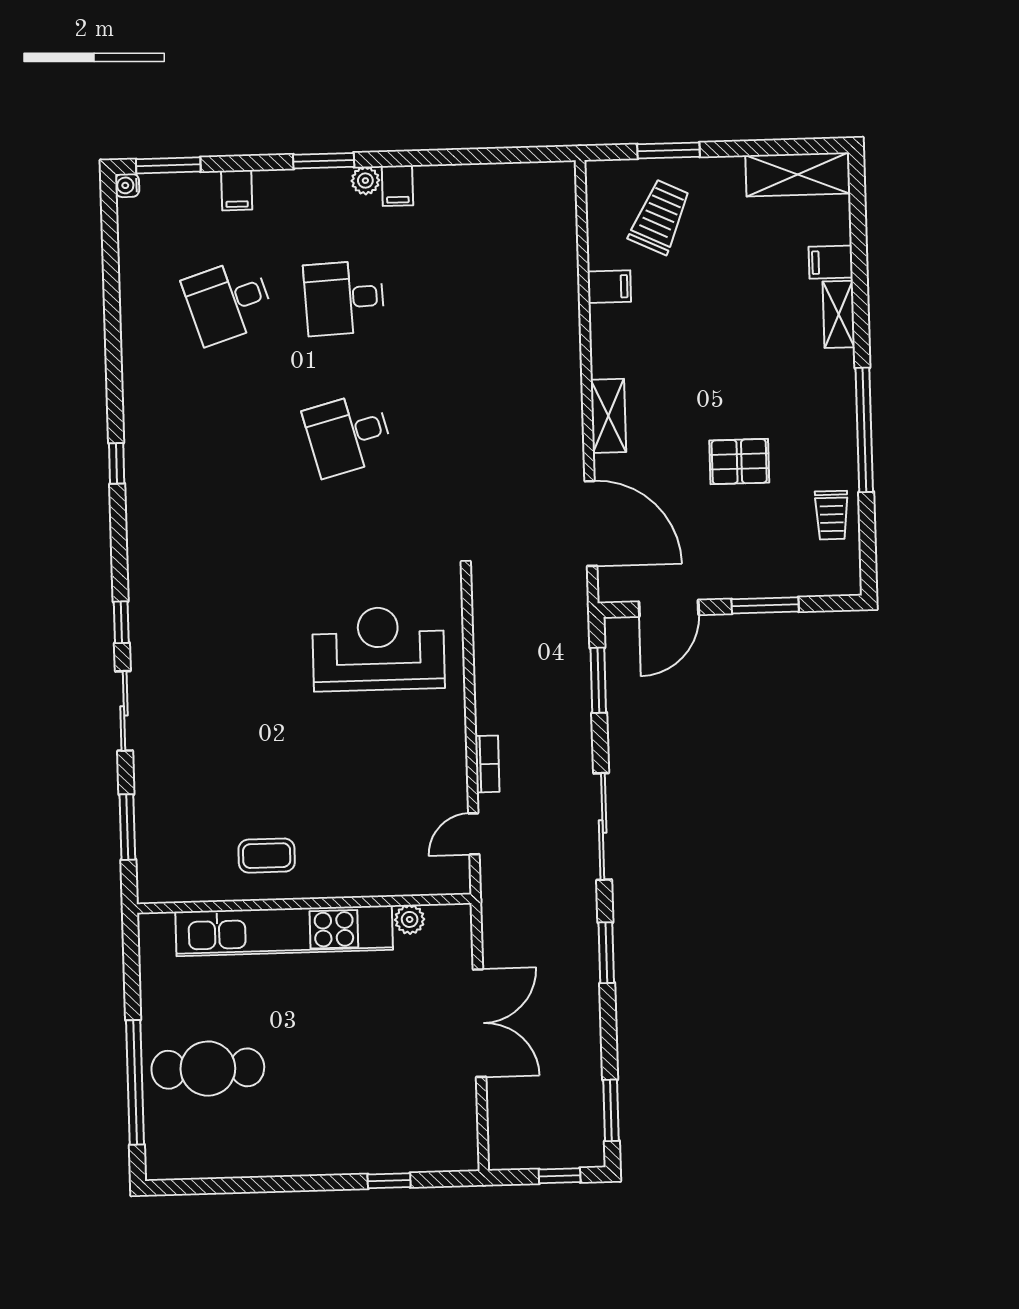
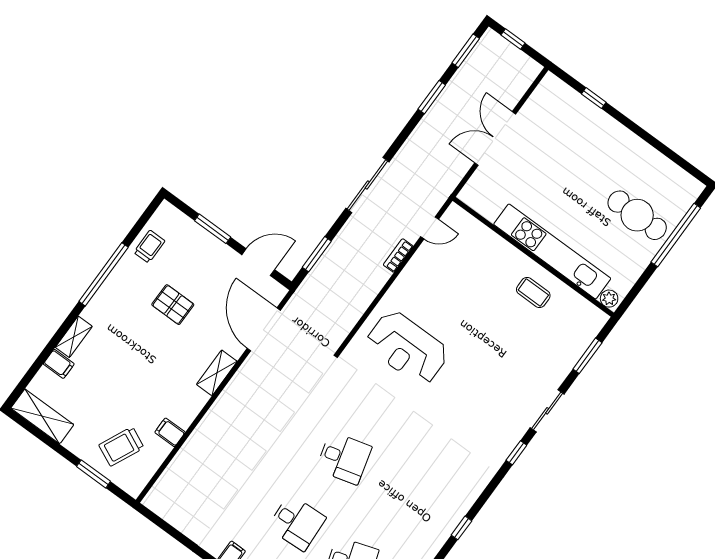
plant: (410, 919) -> (609, 299), moved
window: (606, 953) -> (432, 97), moved

